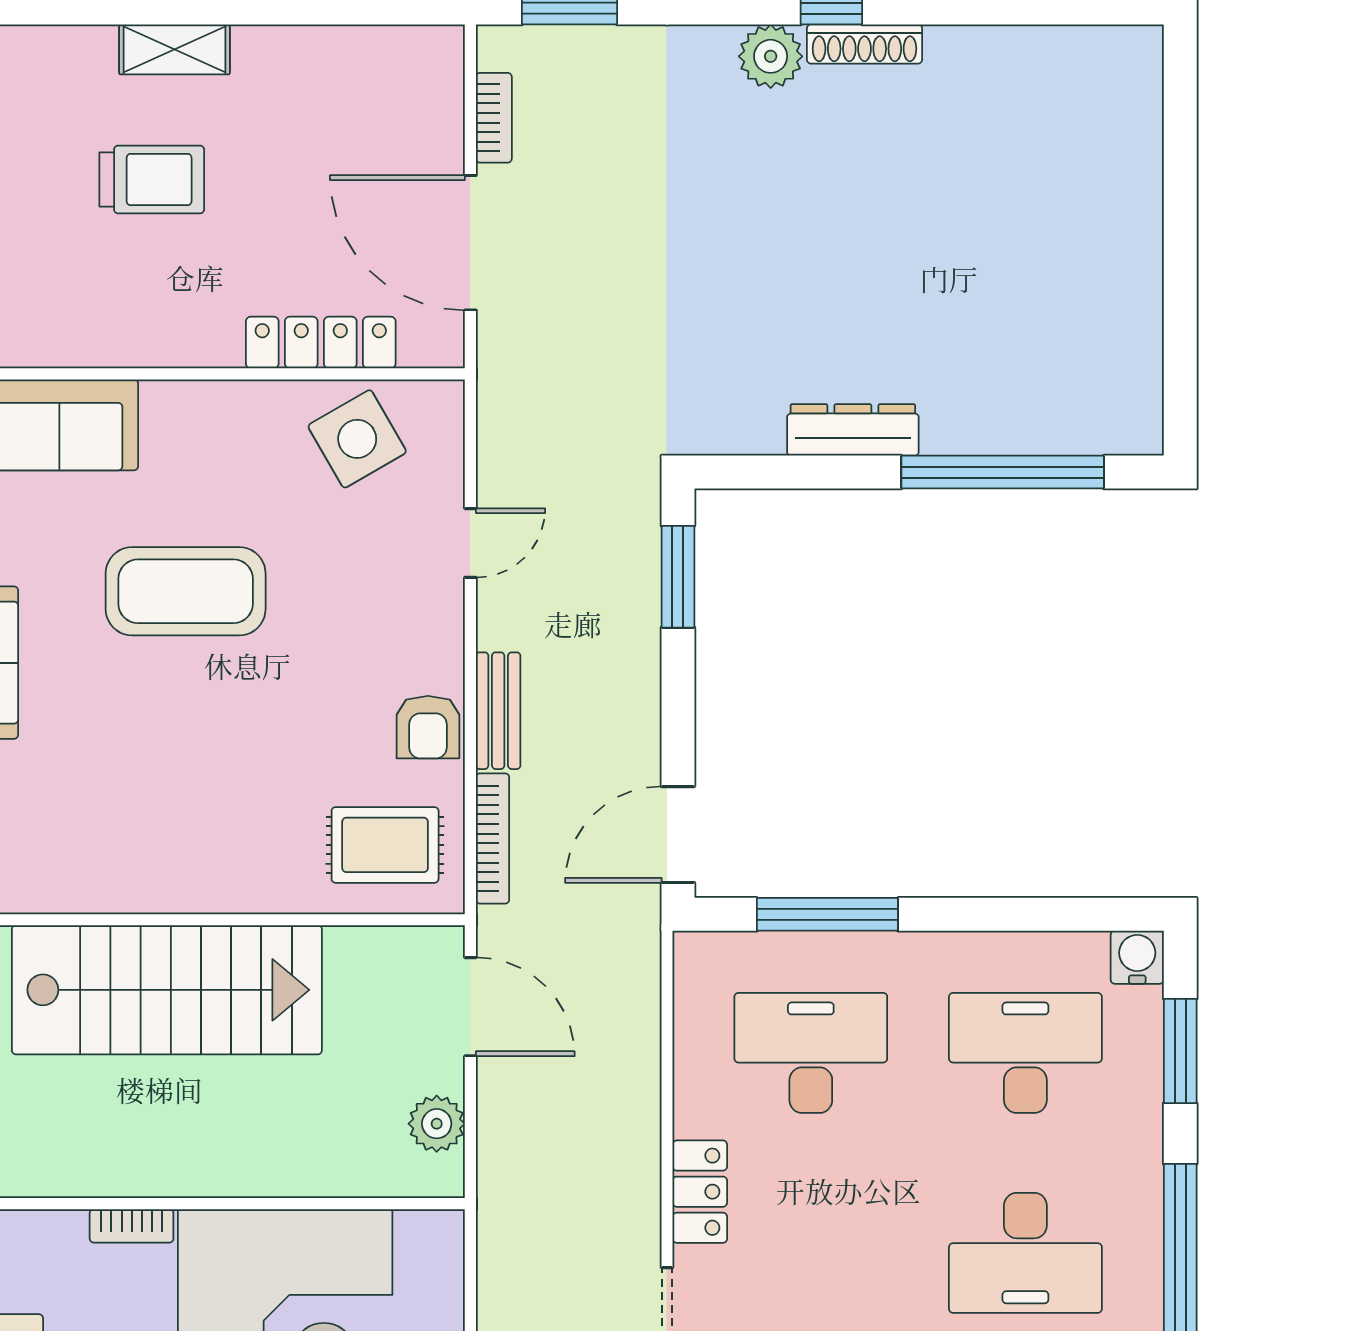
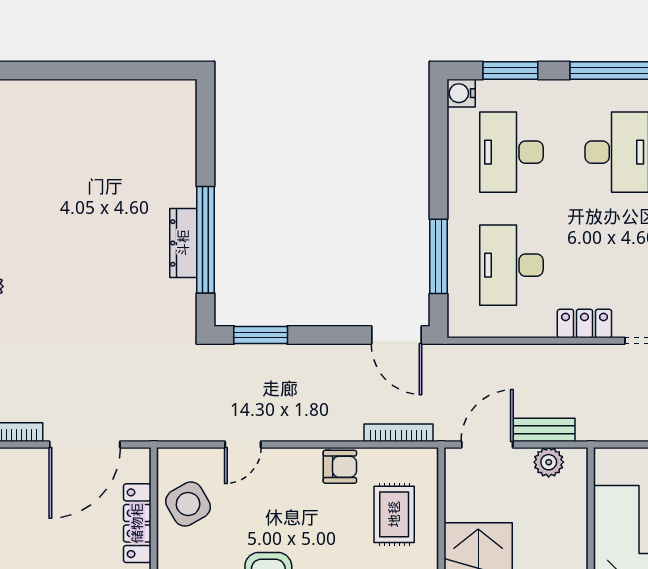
window: (1003, 472) -> (206, 240), moved
door: (470, 543) -> (243, 444), swing flipped
bench: (498, 711) -> (544, 430), moved
rug: (385, 845) -> (394, 514), moved

